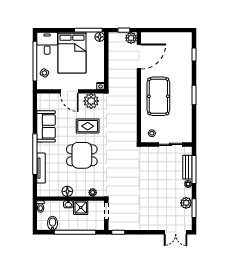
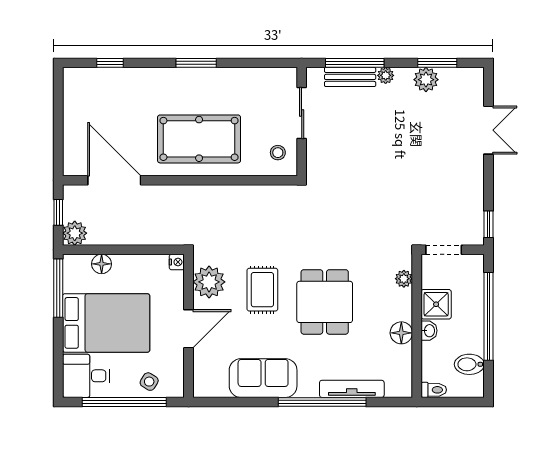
floor lamp: (100, 37) -> (102, 264), moved
plant: (131, 38) -> (75, 233), moved
double door: (176, 232) -> (489, 130), moved

